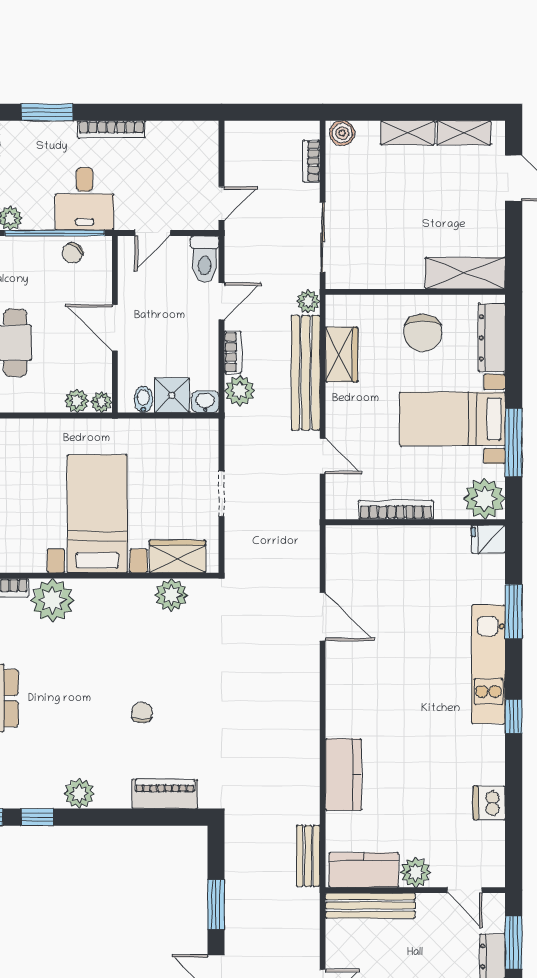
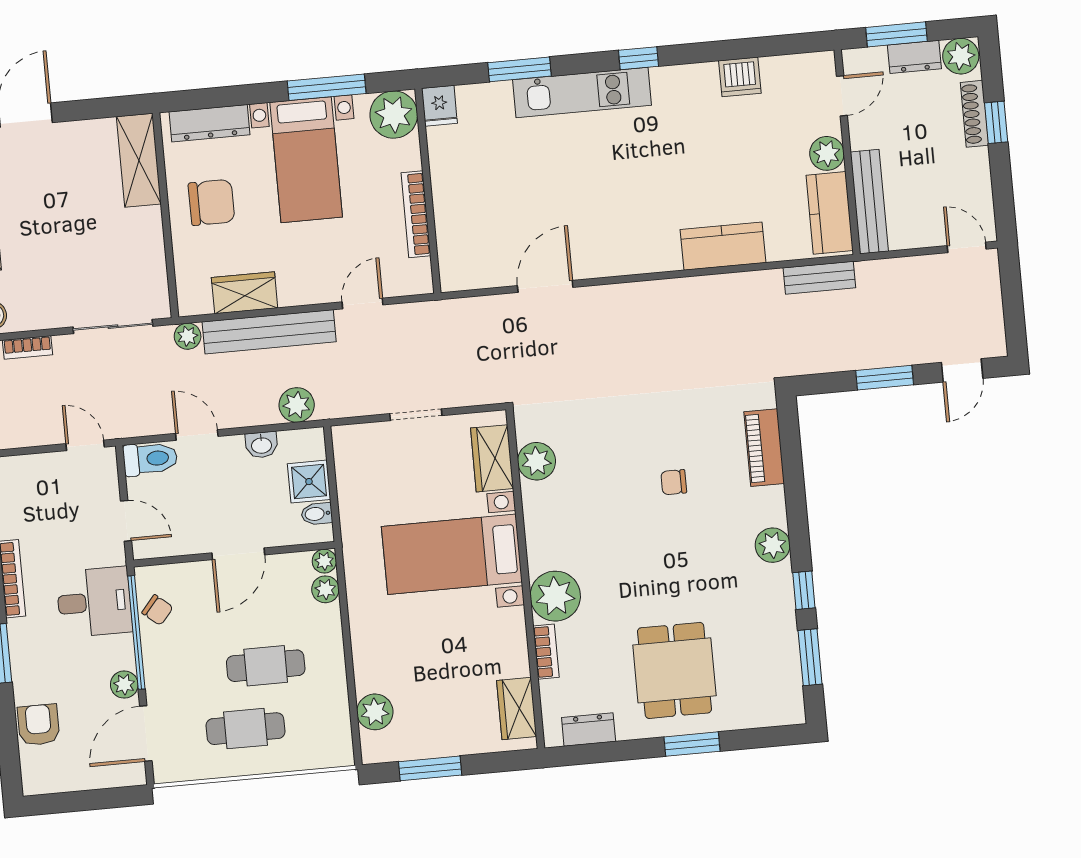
bookcase: (233, 352) -> (253, 417), removed
washbasin: (205, 402) -> (261, 445), moved, turned -90

